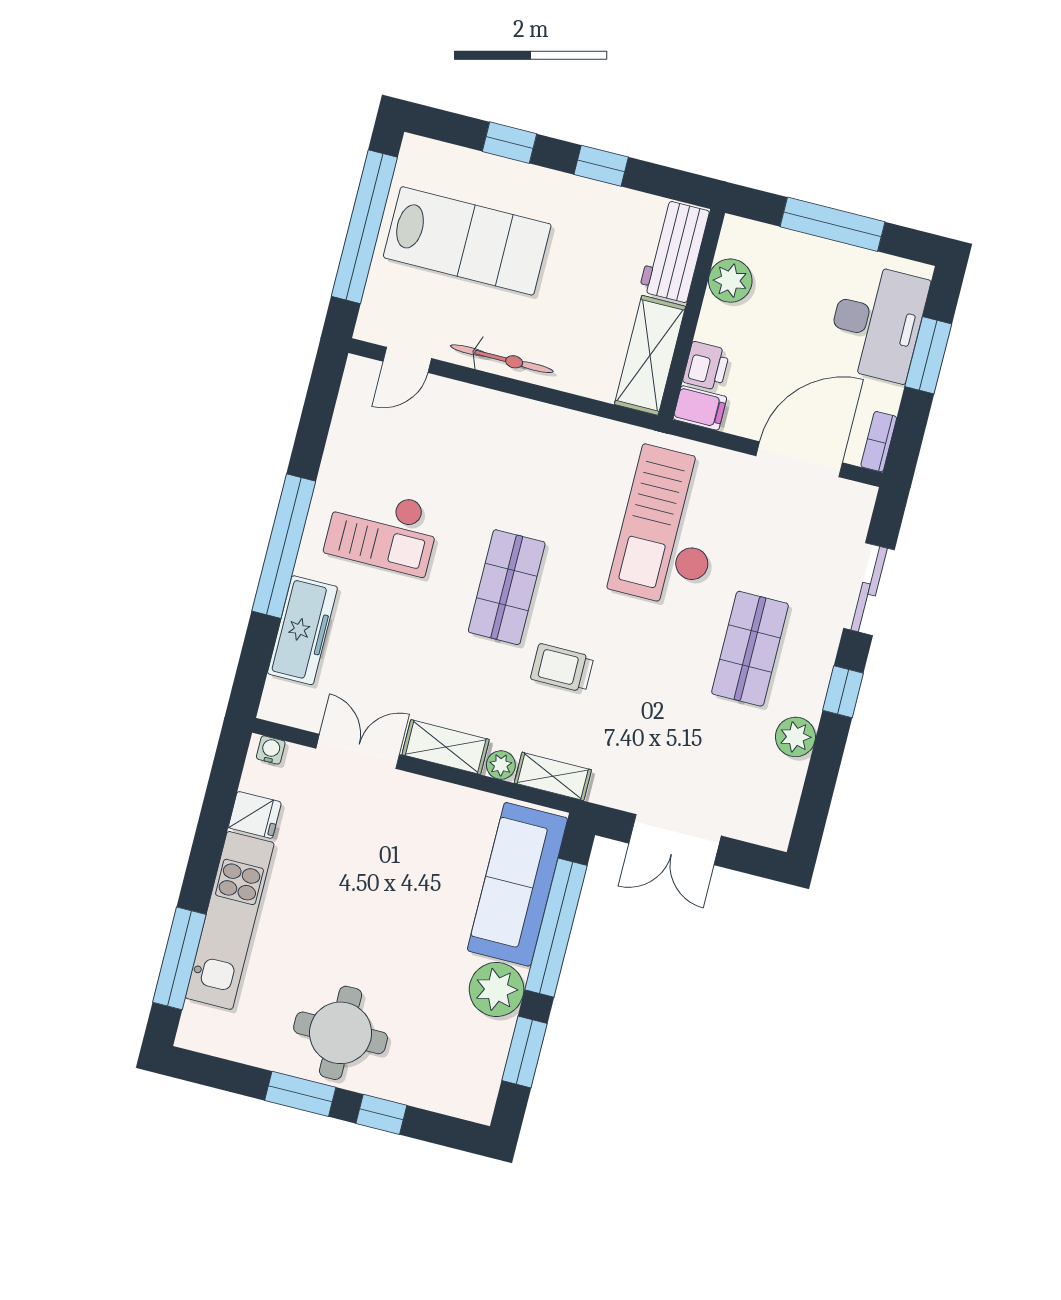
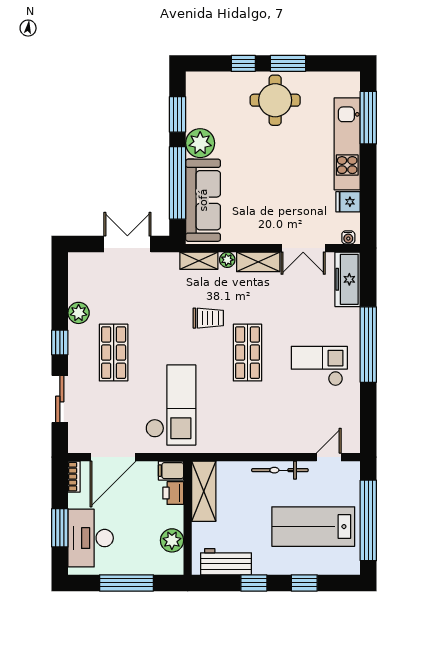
workbench: (674, 251) -> (226, 562), moved, turned -90
freezer: (302, 630) -> (348, 279), moved

